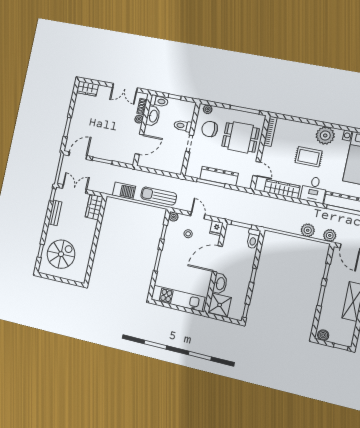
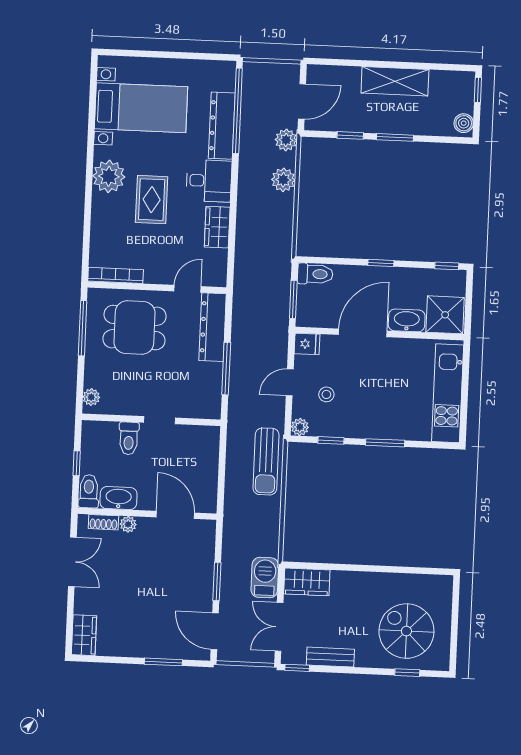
chair: (210, 129) -> (127, 387), removed
dining table: (241, 137) -> (134, 328), turned 90
dresser: (219, 176) -> (213, 327), moved
wardrobe: (282, 189) -> (217, 227), width x0.67
barbecue: (124, 191) -> (265, 578), moved
door: (217, 259) -> (363, 333), swing flipped

